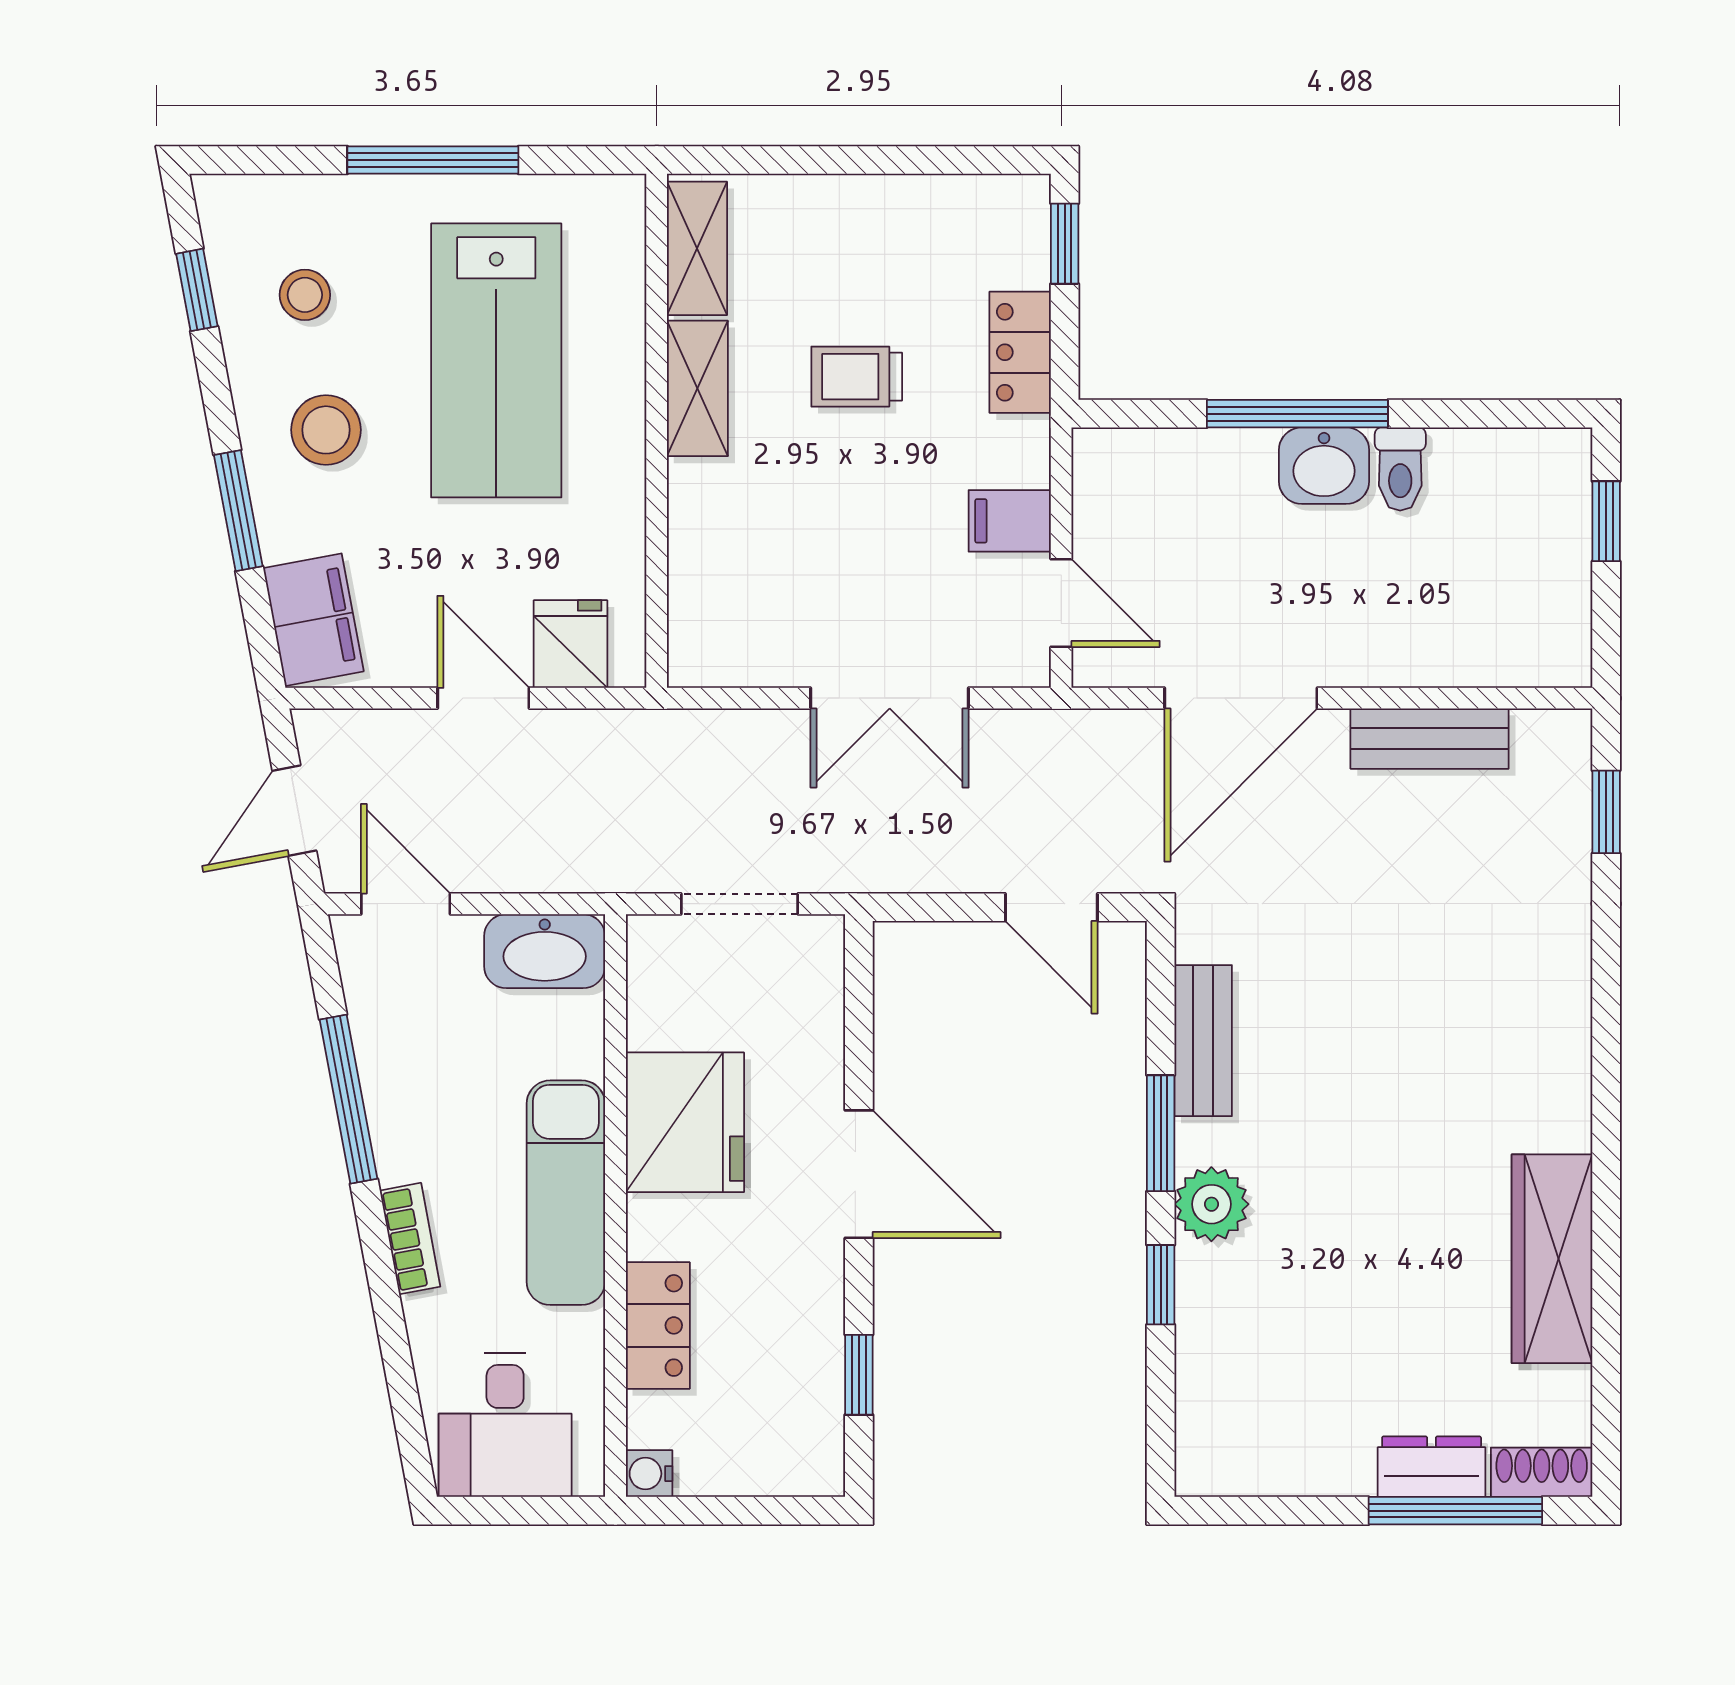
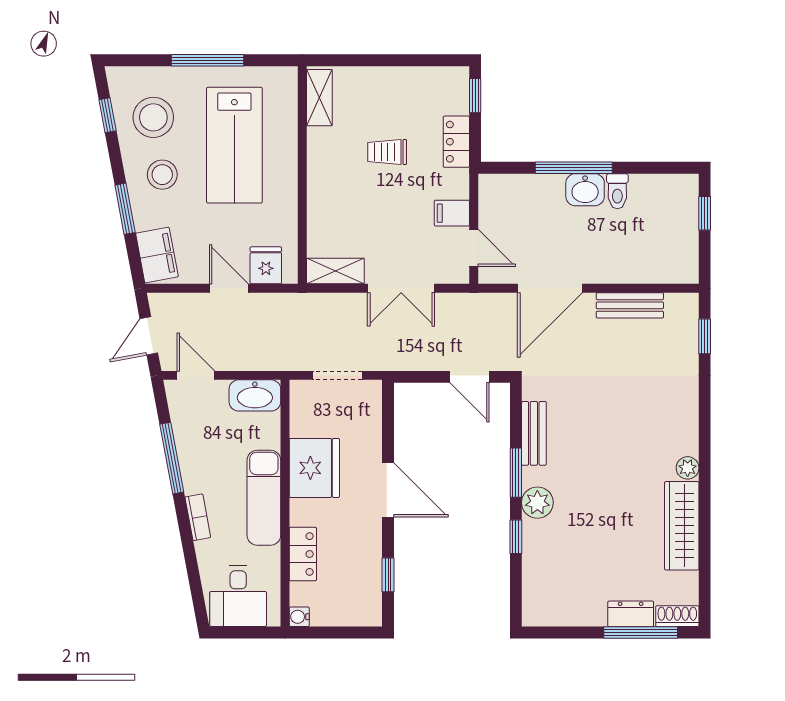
stool: (305, 295) -> (153, 117), width x1.89, depth x1.89
shelving: (697, 388) -> (335, 271), moved, turned 90
plant: (1566, 1122) -> (688, 468), added

